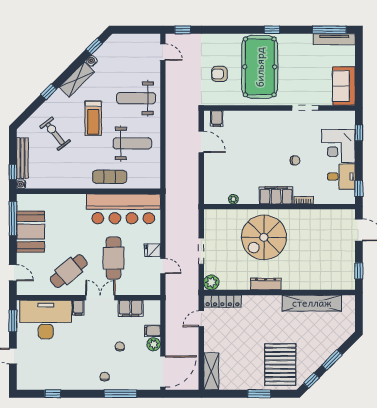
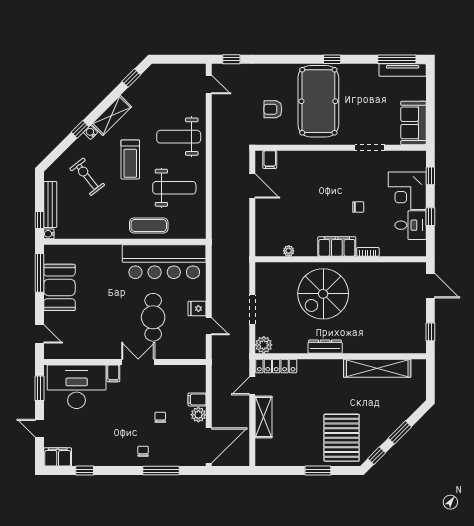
water cooler: (92, 61) -> (91, 132), moved
window: (359, 188) -> (430, 217), moved
cafe table: (69, 271) -> (102, 332), removed
filing cabinet: (131, 308) -> (58, 457), moved, turned 180
shelving: (211, 371) -> (264, 417), moved

